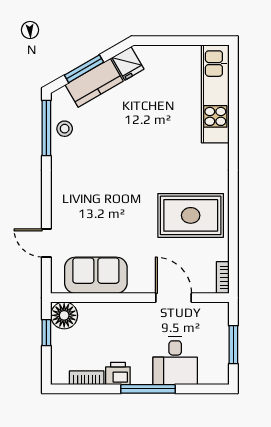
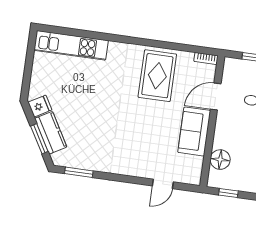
window: (46, 128) -> (79, 172), width x0.69
stool: (65, 129) -> (81, 159), removed
sofa: (96, 275) -> (194, 131), moved
floor lamp: (64, 315) -> (220, 160), moved

